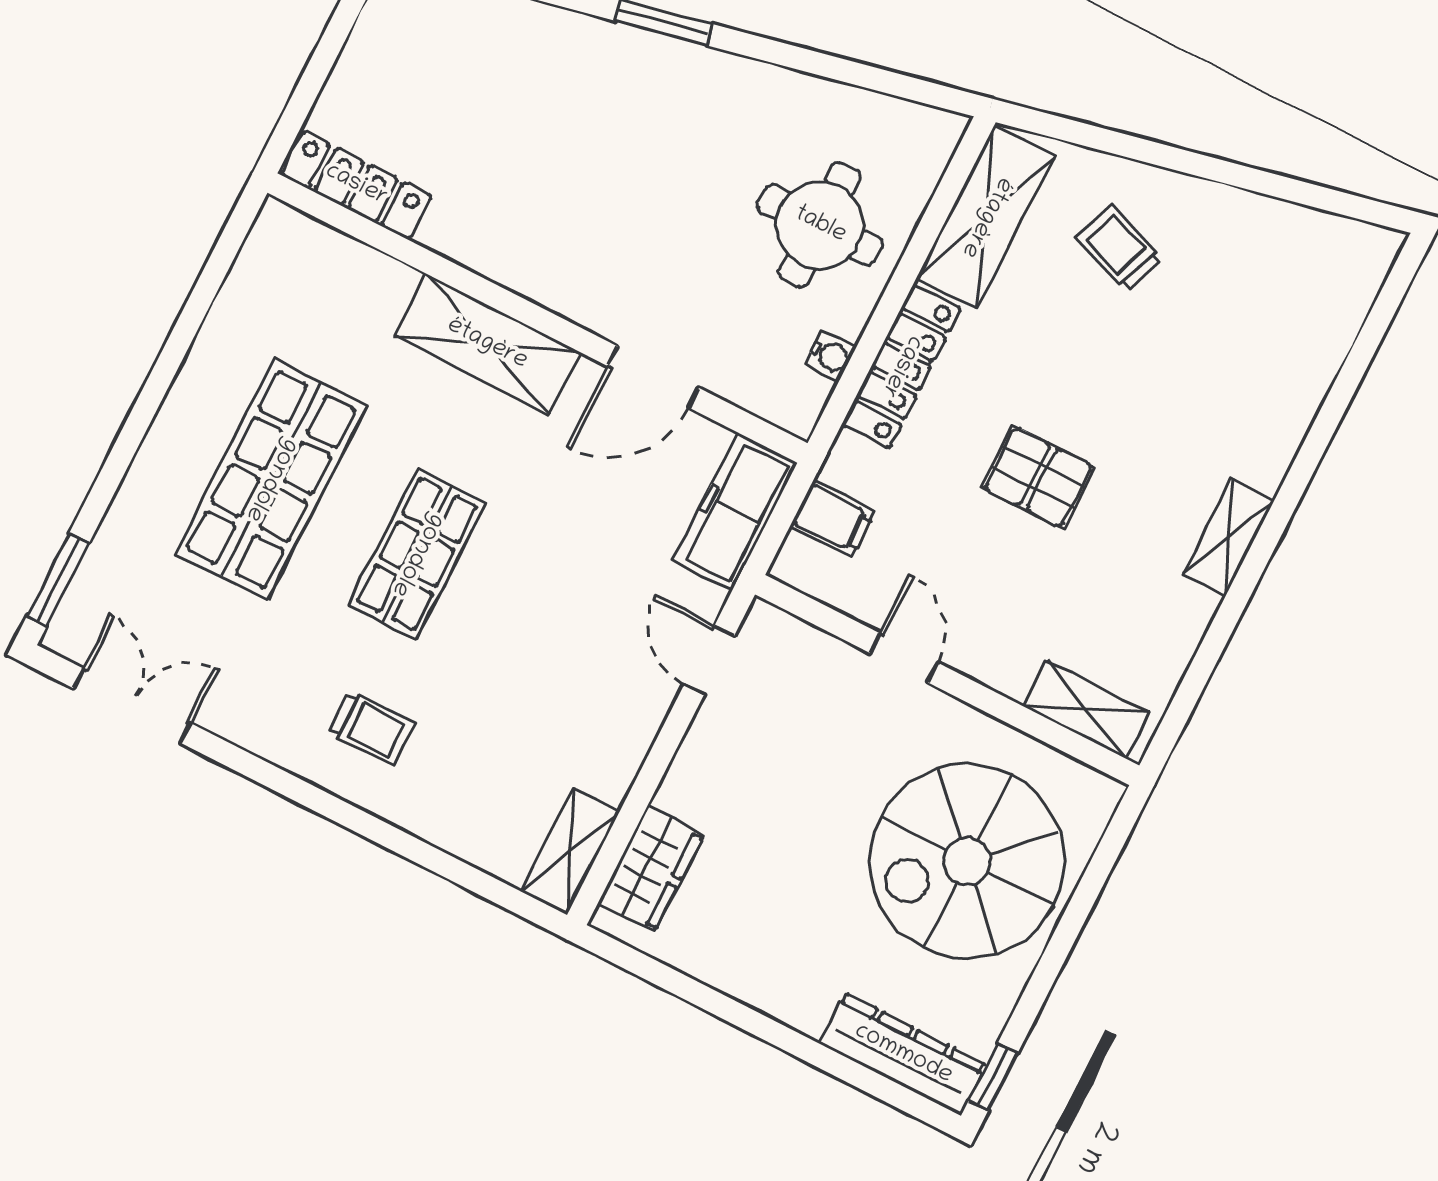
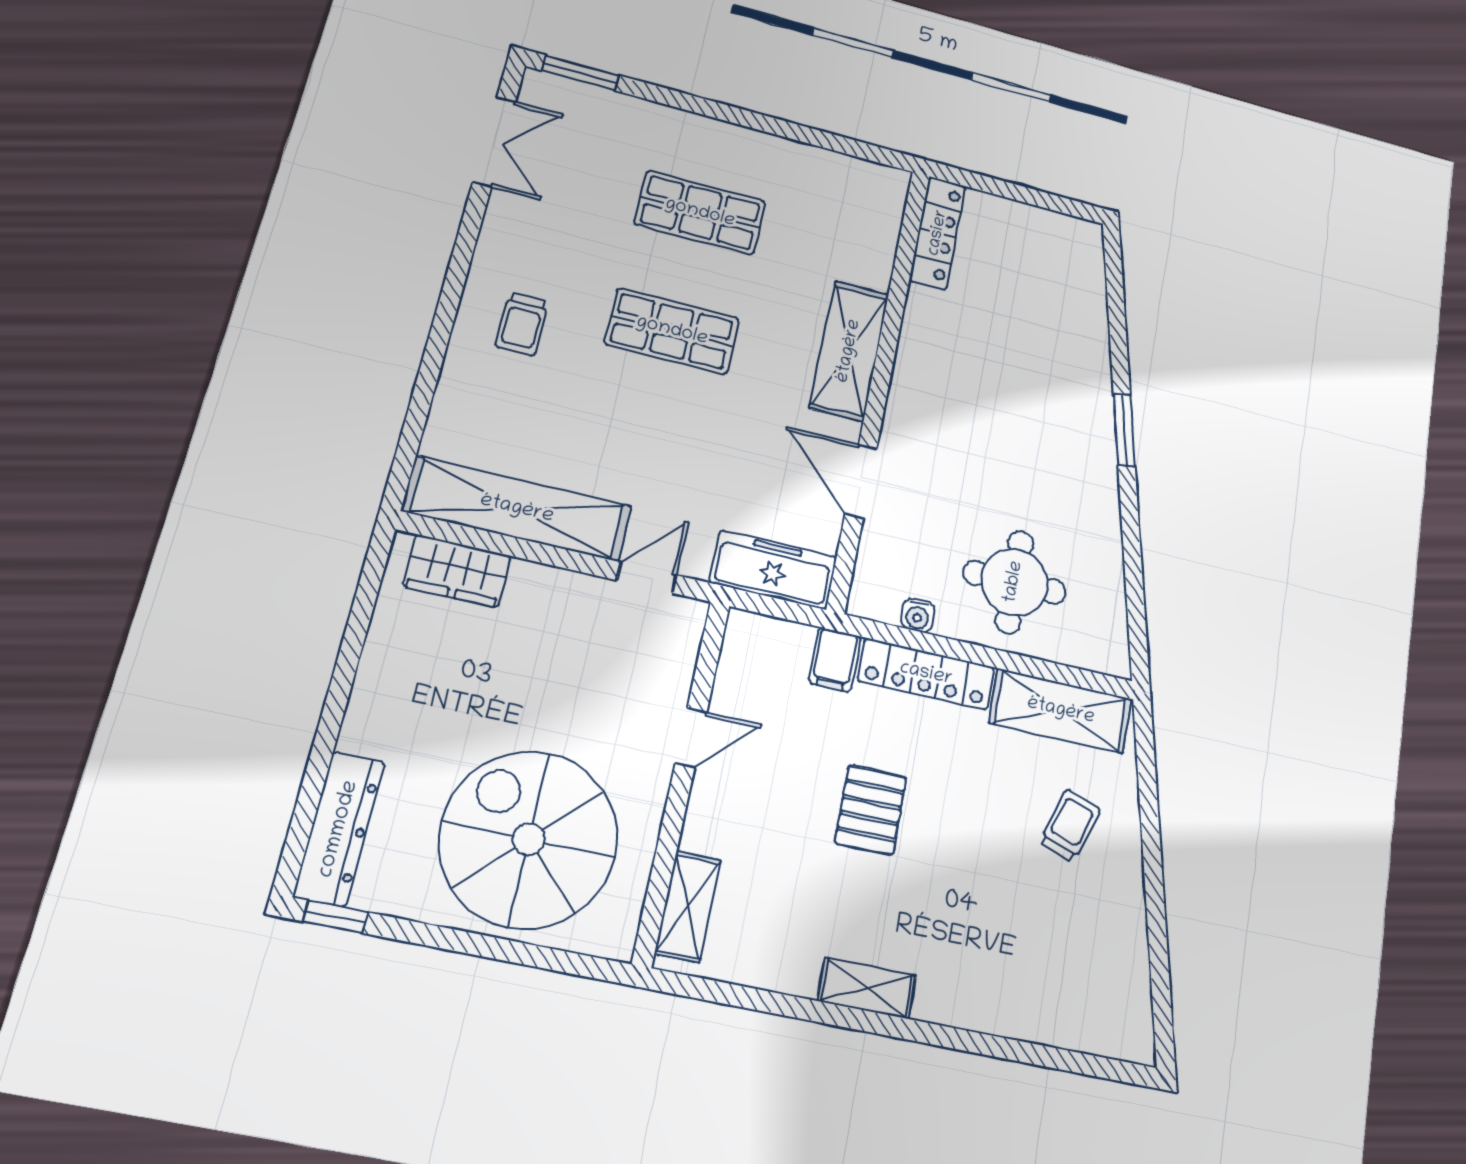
shop shelf: (271, 479) -> (700, 213), width x0.70, depth x0.74
filing cabinet: (832, 519) -> (835, 660), moved
shelving: (570, 852) -> (517, 509), width x2.20, depth x1.33

